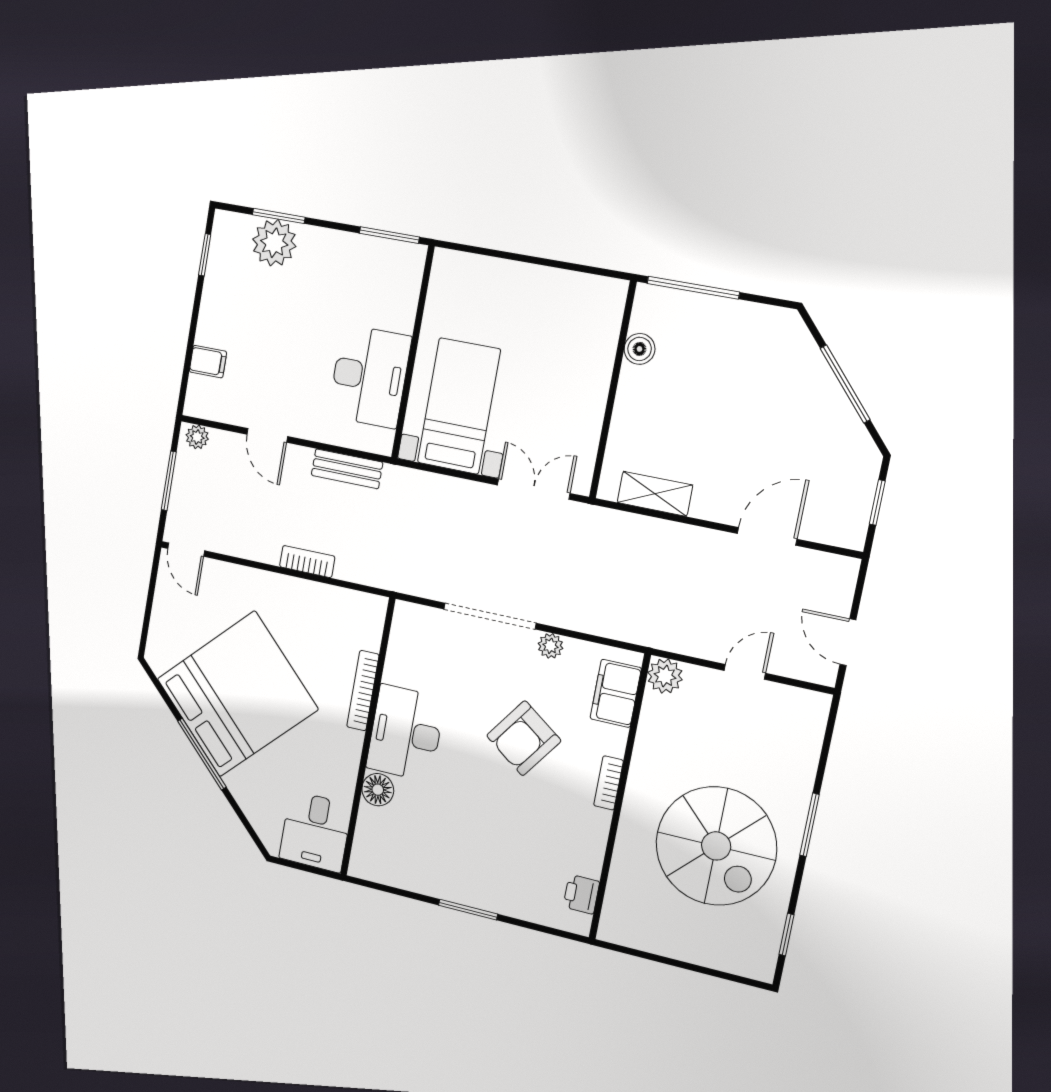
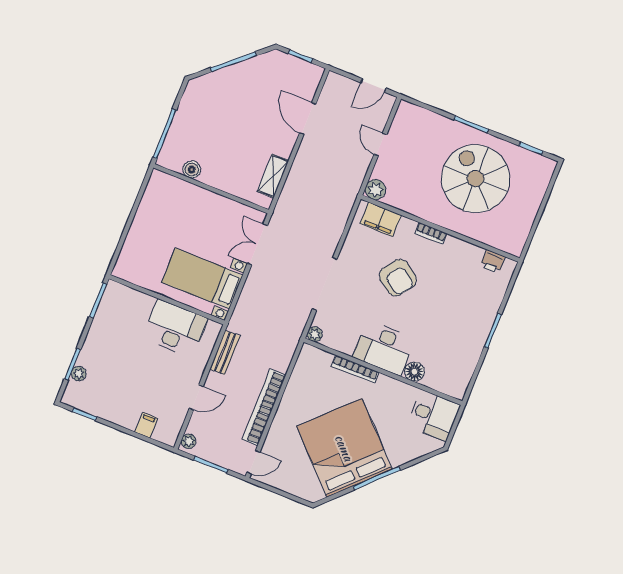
plant: (274, 243) -> (79, 374), width x0.53, depth x0.53
bookcase: (307, 562) -> (264, 407), width x2.31, depth x1.31
plant: (550, 646) -> (315, 334), moved
spiral stairs: (716, 846) -> (476, 179), turned -90

